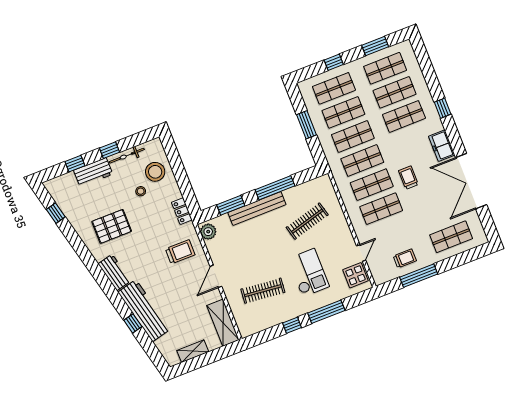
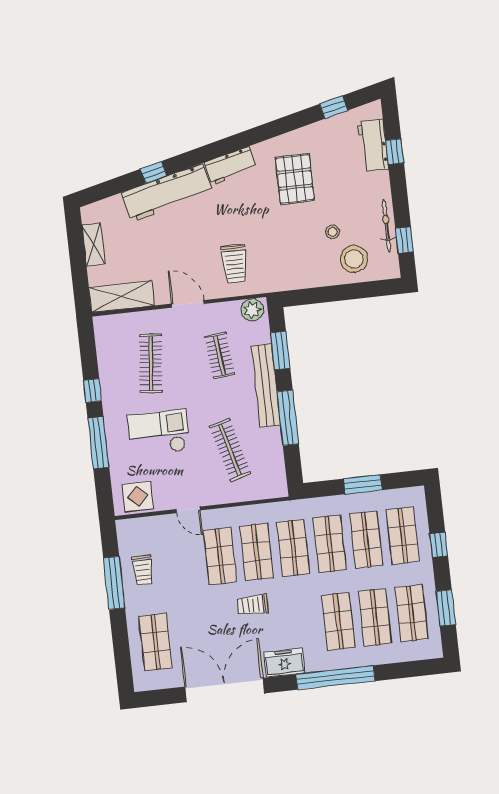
window: (443, 108) -> (335, 678), width x3.17
window: (110, 150) -> (405, 240), moved
workbench: (93, 172) -> (373, 145), moved
trolley: (408, 178) -> (253, 605), turned 180
locker: (182, 211) -> (290, 281), removed
clothes rail: (245, 245) -> (219, 356), added
door: (361, 253) -> (188, 510), moved
checkout: (308, 273) -> (159, 433), turned 180

